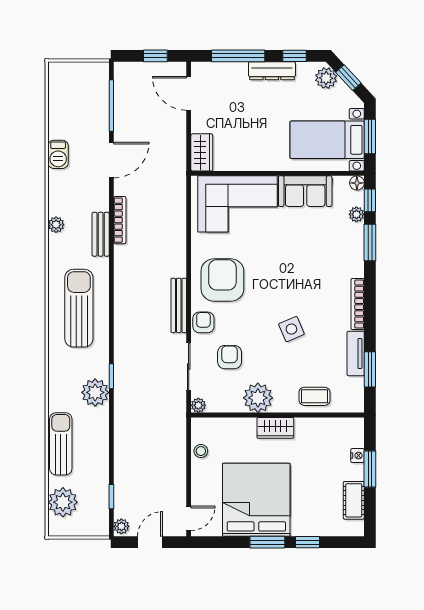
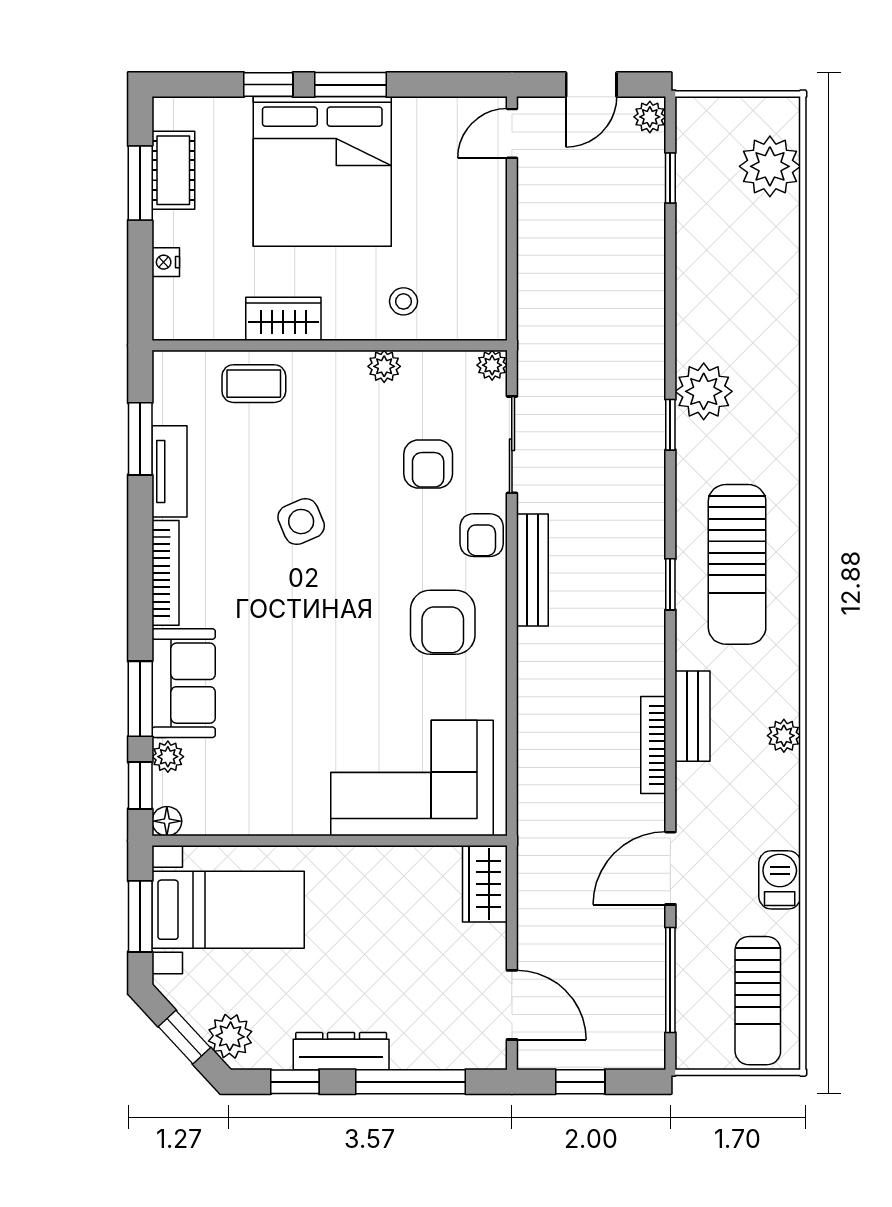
sofa: (305, 191) -> (184, 683), moved, turned 90
armchair: (222, 280) -> (443, 622), width x0.73, depth x0.73
window: (111, 298) -> (670, 584), added
plant: (258, 398) -> (384, 366), width x0.53, depth x0.53
wardrobe: (275, 428) -> (283, 319), moved
sun lounger: (61, 444) -> (758, 1001), moved
stool: (201, 451) -> (403, 301), moved
window: (370, 469) -> (140, 183), moved
bed: (256, 500) -> (322, 171), moved

